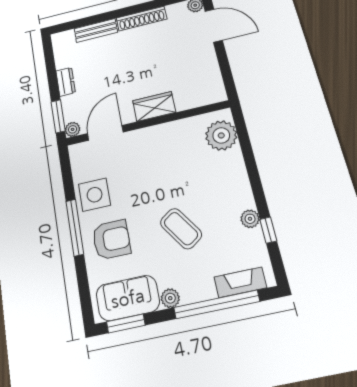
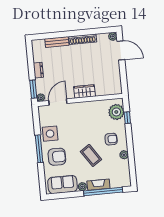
armchair: (218, 190) -> (111, 139), added
window: (268, 230) -> (127, 118), moved
fireplace: (240, 282) -> (98, 185), moved
window: (126, 323) -> (61, 196), removed

